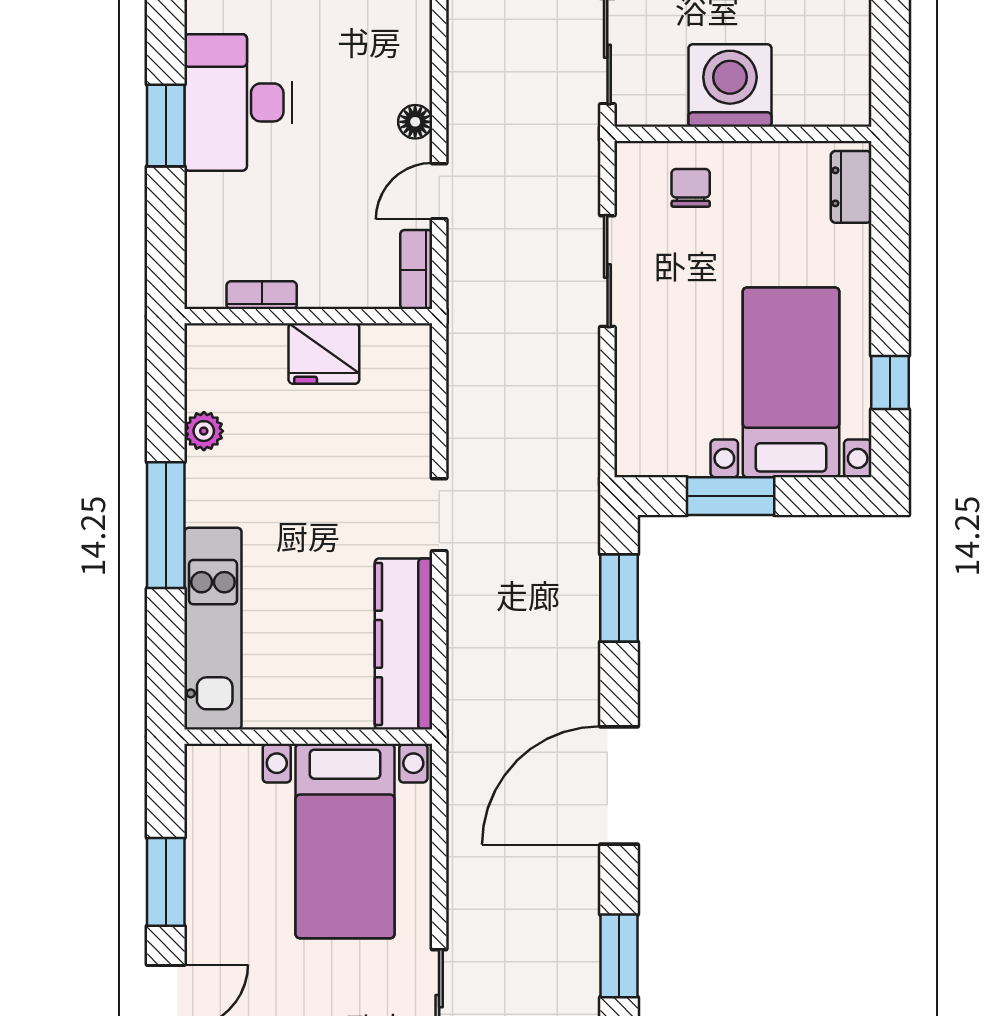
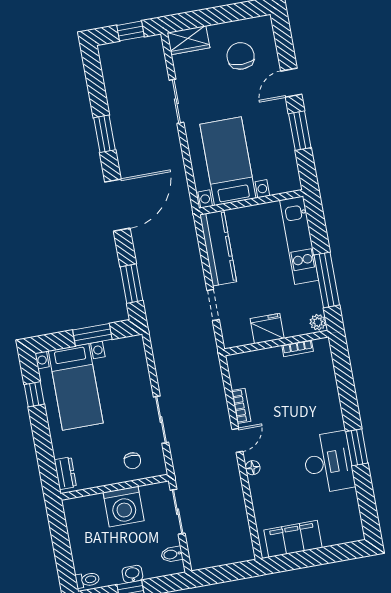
bookcase: (262, 295) -> (298, 348), moved
wall: (308, 316) -> (276, 343), moved
fridge: (324, 354) -> (267, 329), moved

